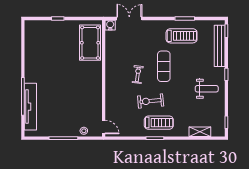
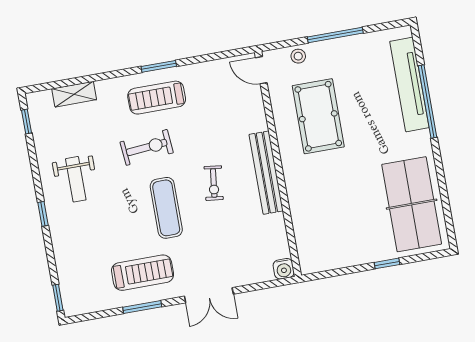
double door: (129, 19) -> (209, 295), moved
treadmill: (182, 36) -> (143, 273), turned 180
pool table: (90, 43) -> (318, 116), moved
table tennis table: (40, 46) -> (412, 204), added
bench: (220, 46) -> (266, 173), moved
weight bench: (207, 89) -> (76, 179), turned -90
exercise bike: (151, 101) -> (147, 147), moved

